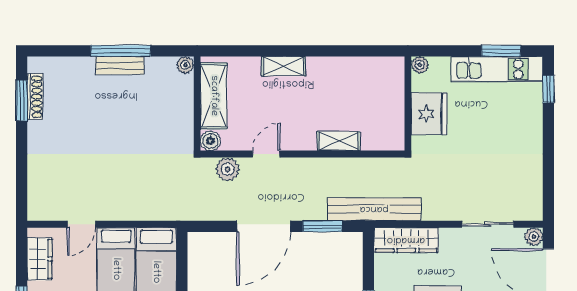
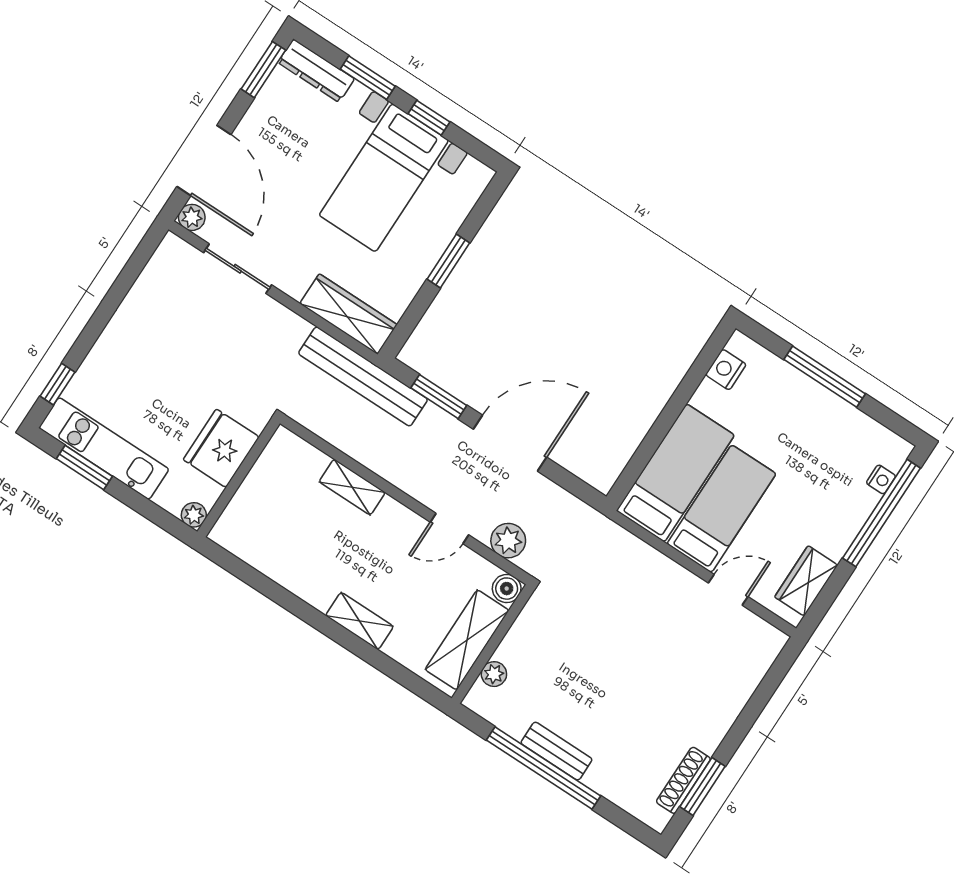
window: (121, 51) -> (544, 768), width x1.46
plant: (185, 65) -> (494, 674), moved

